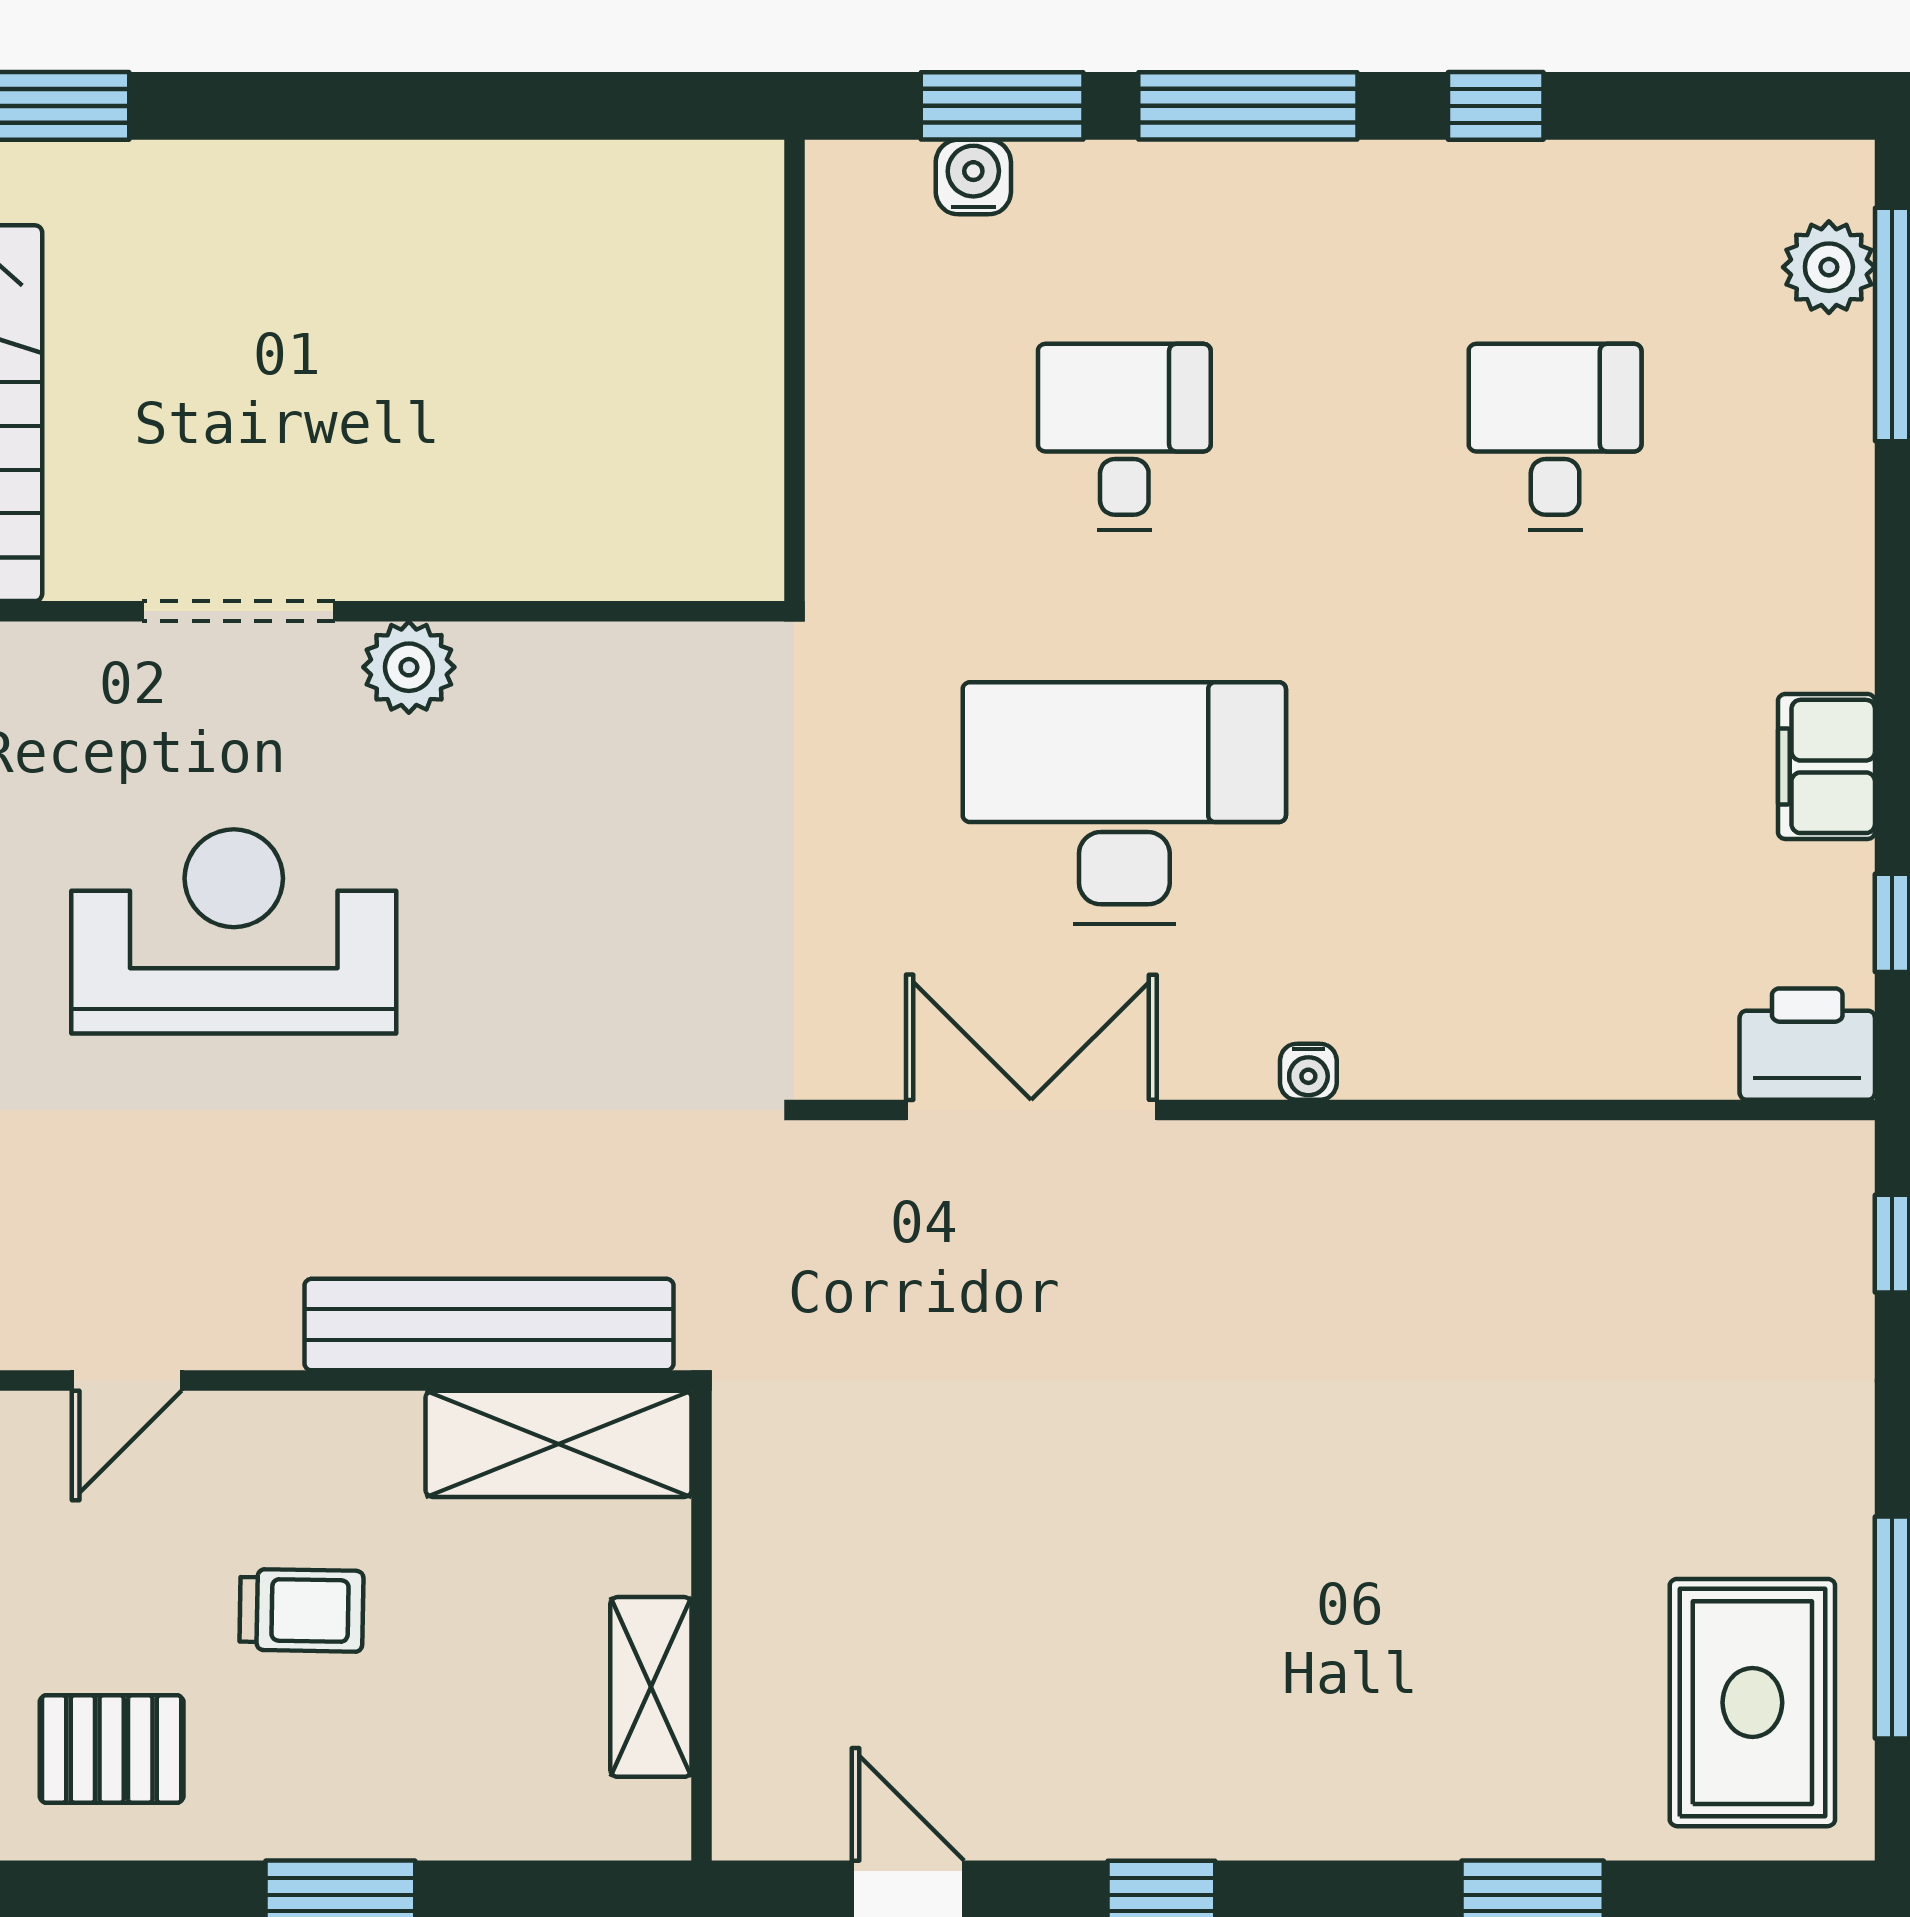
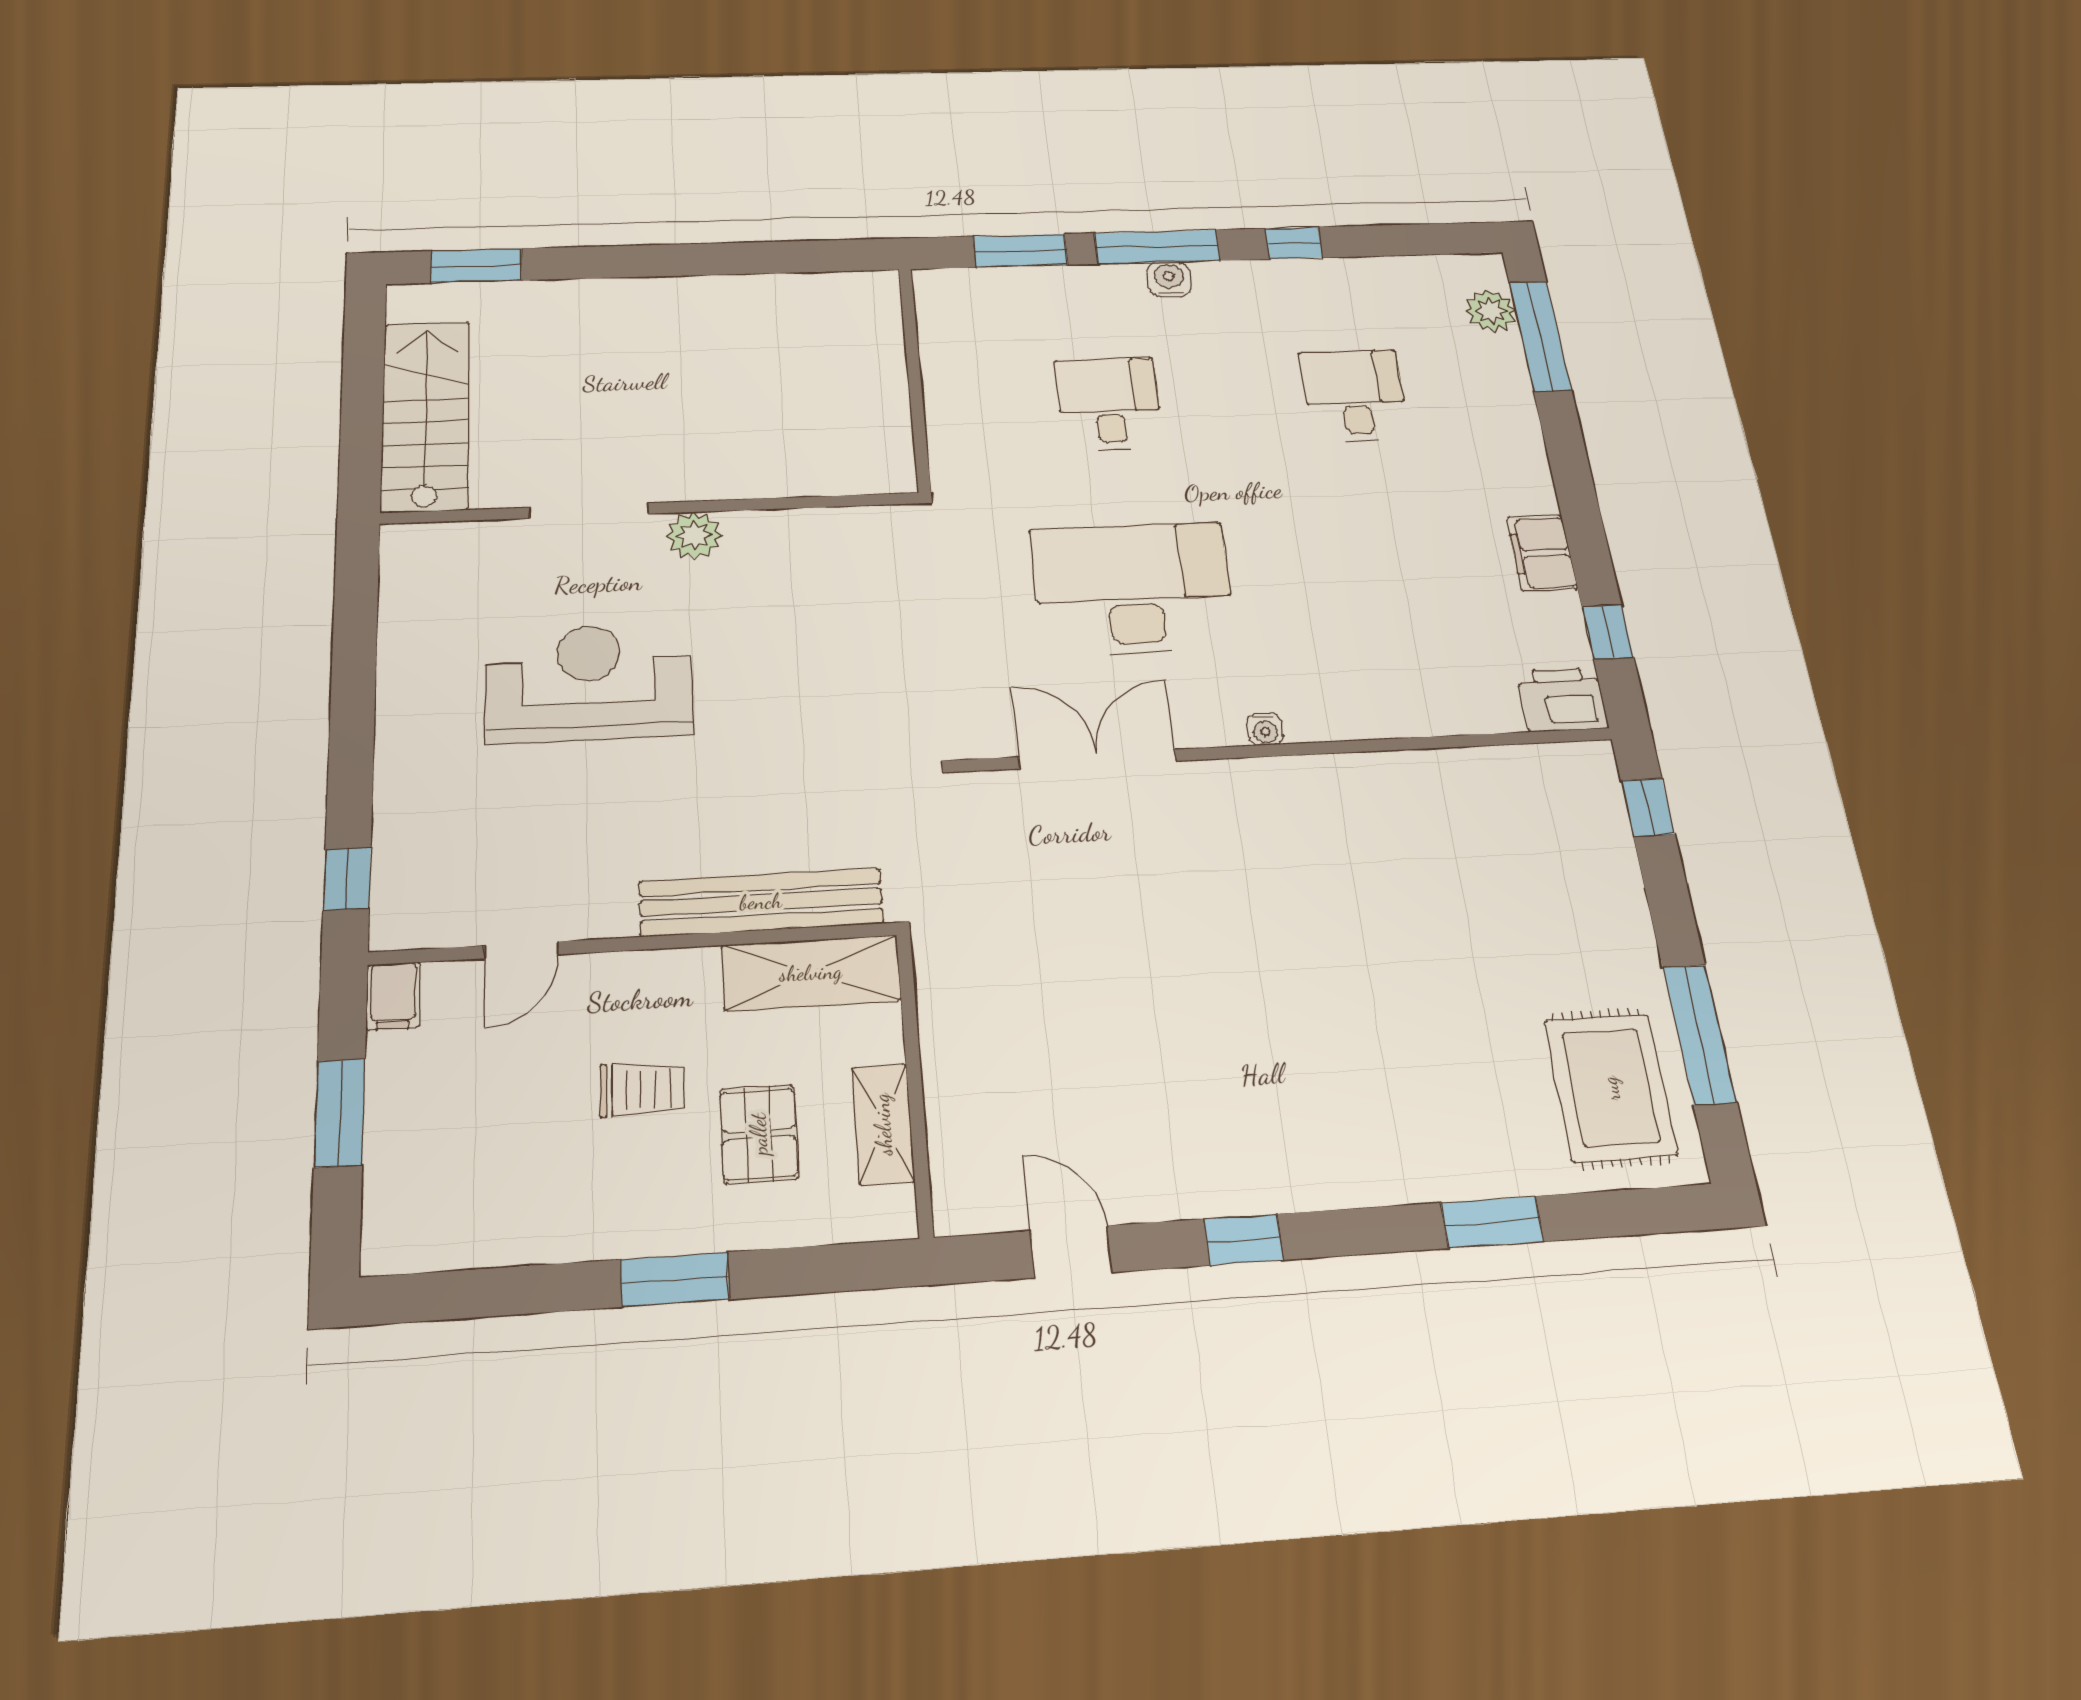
water cooler: (973, 177) -> (1169, 279), moved
pallet: (112, 1749) -> (759, 1134), moved, turned 90

